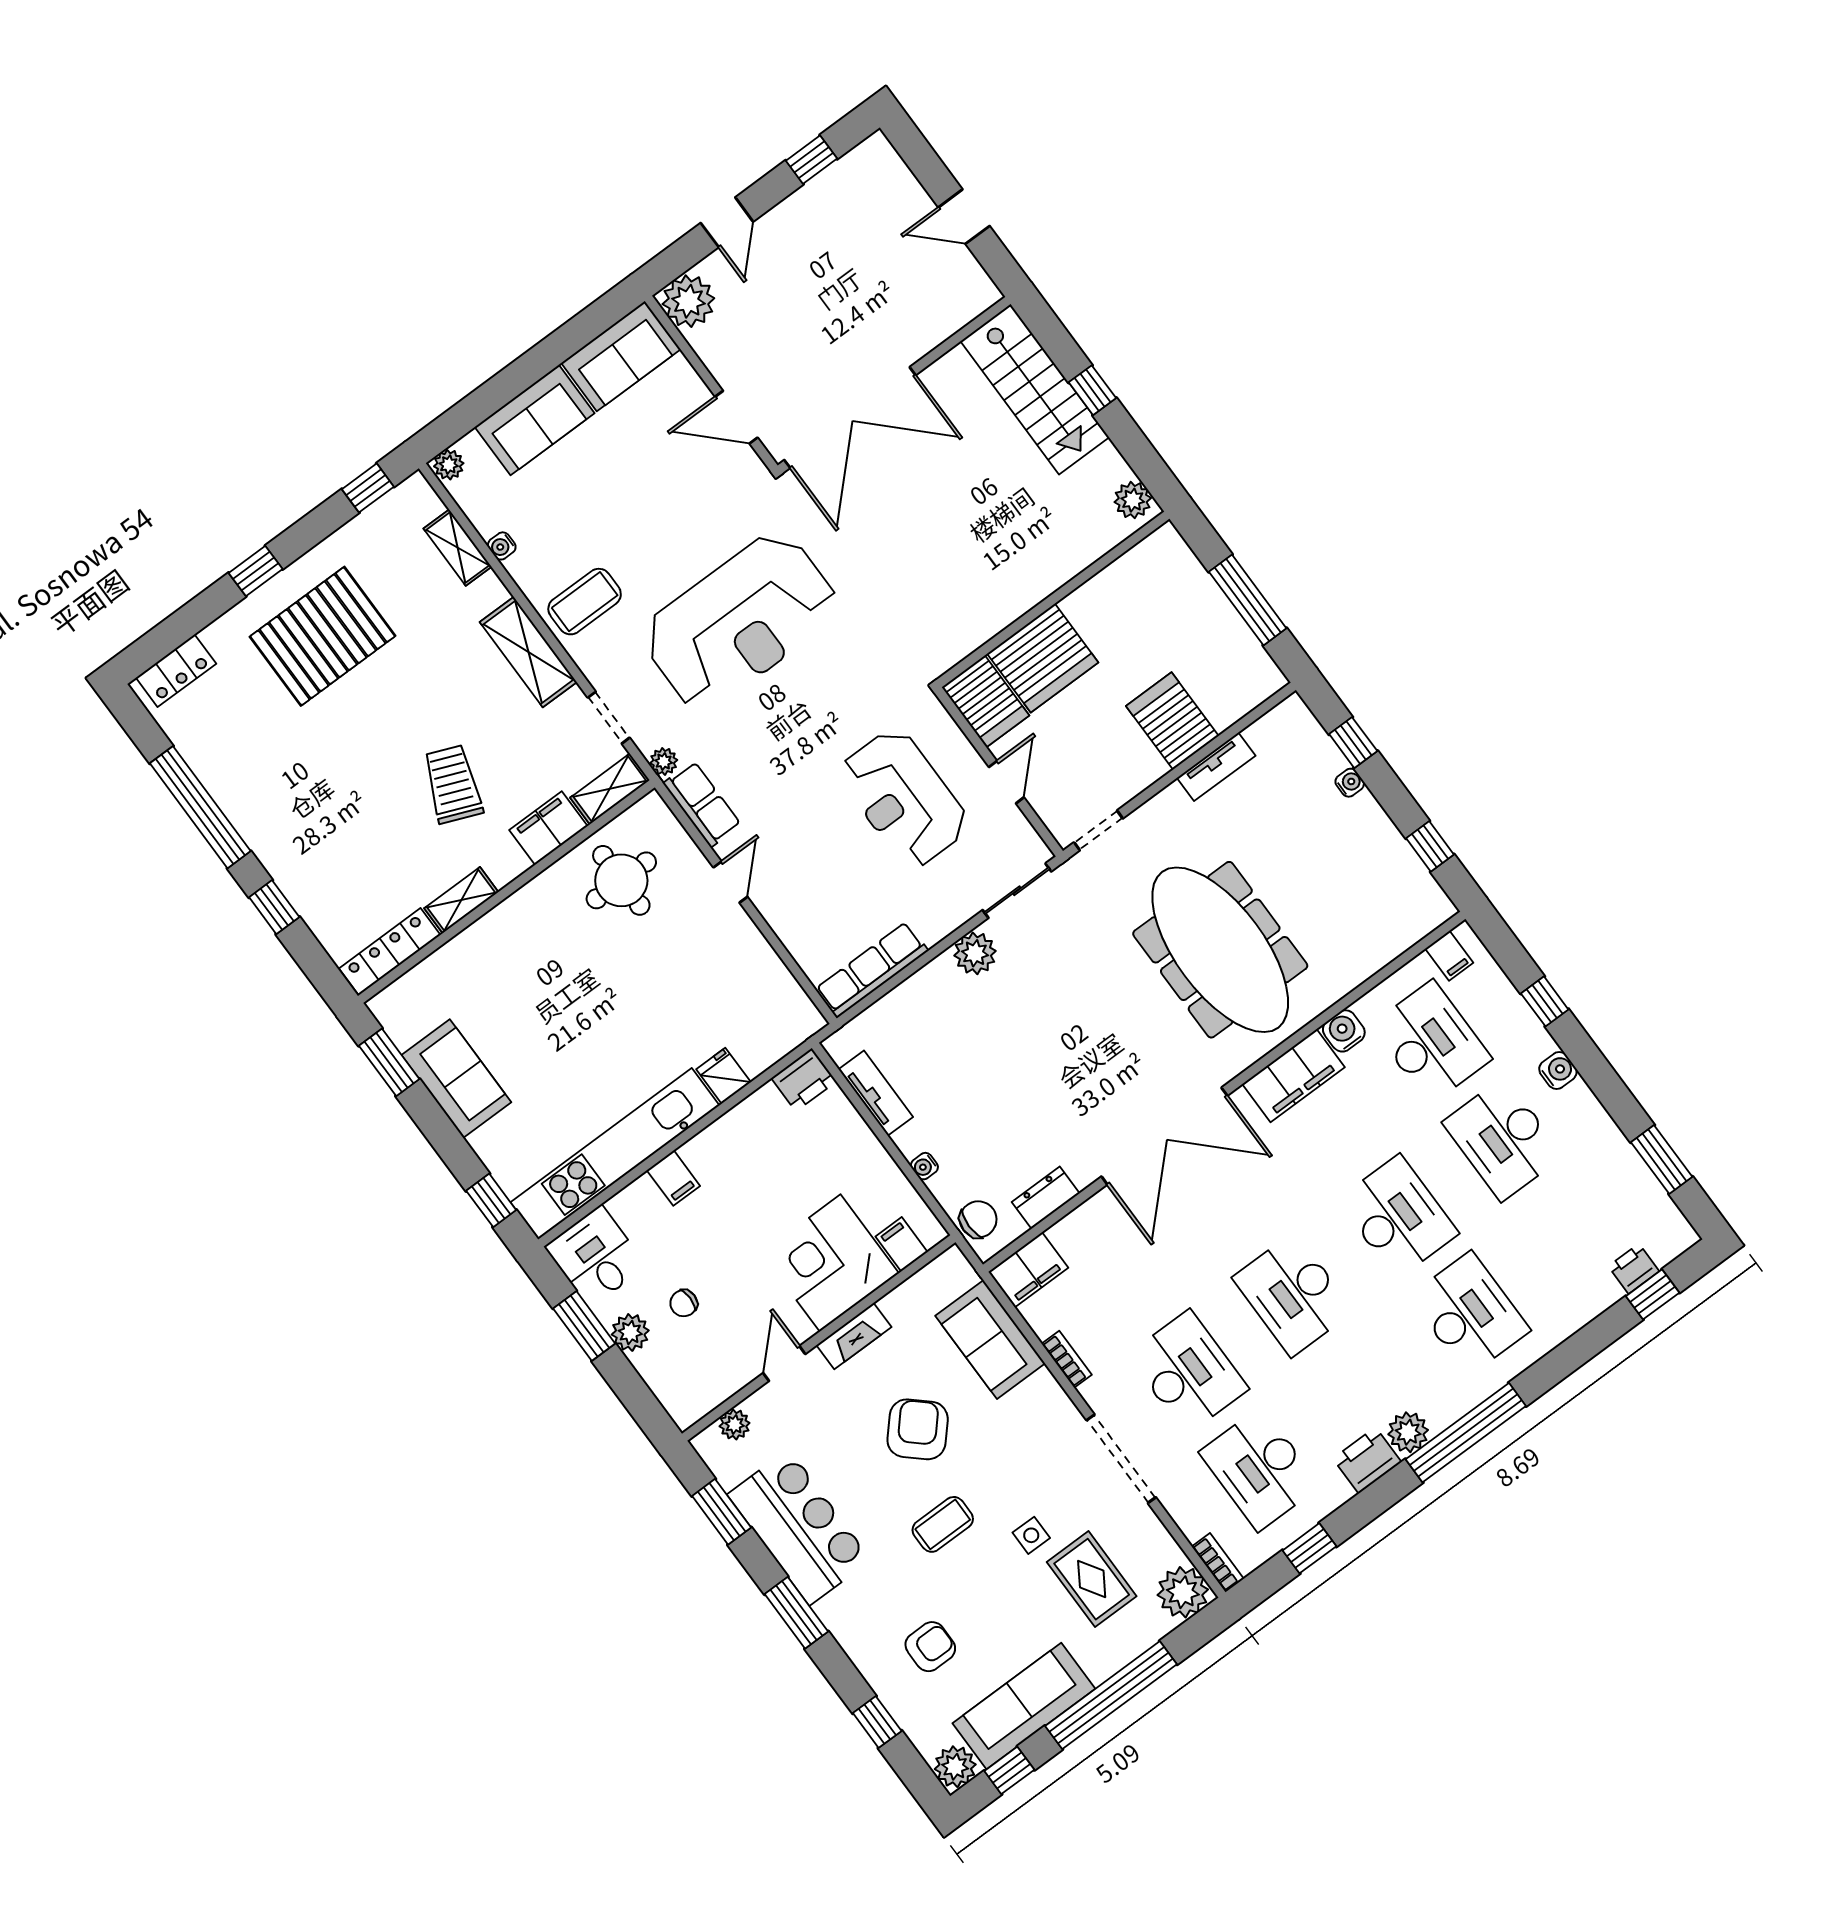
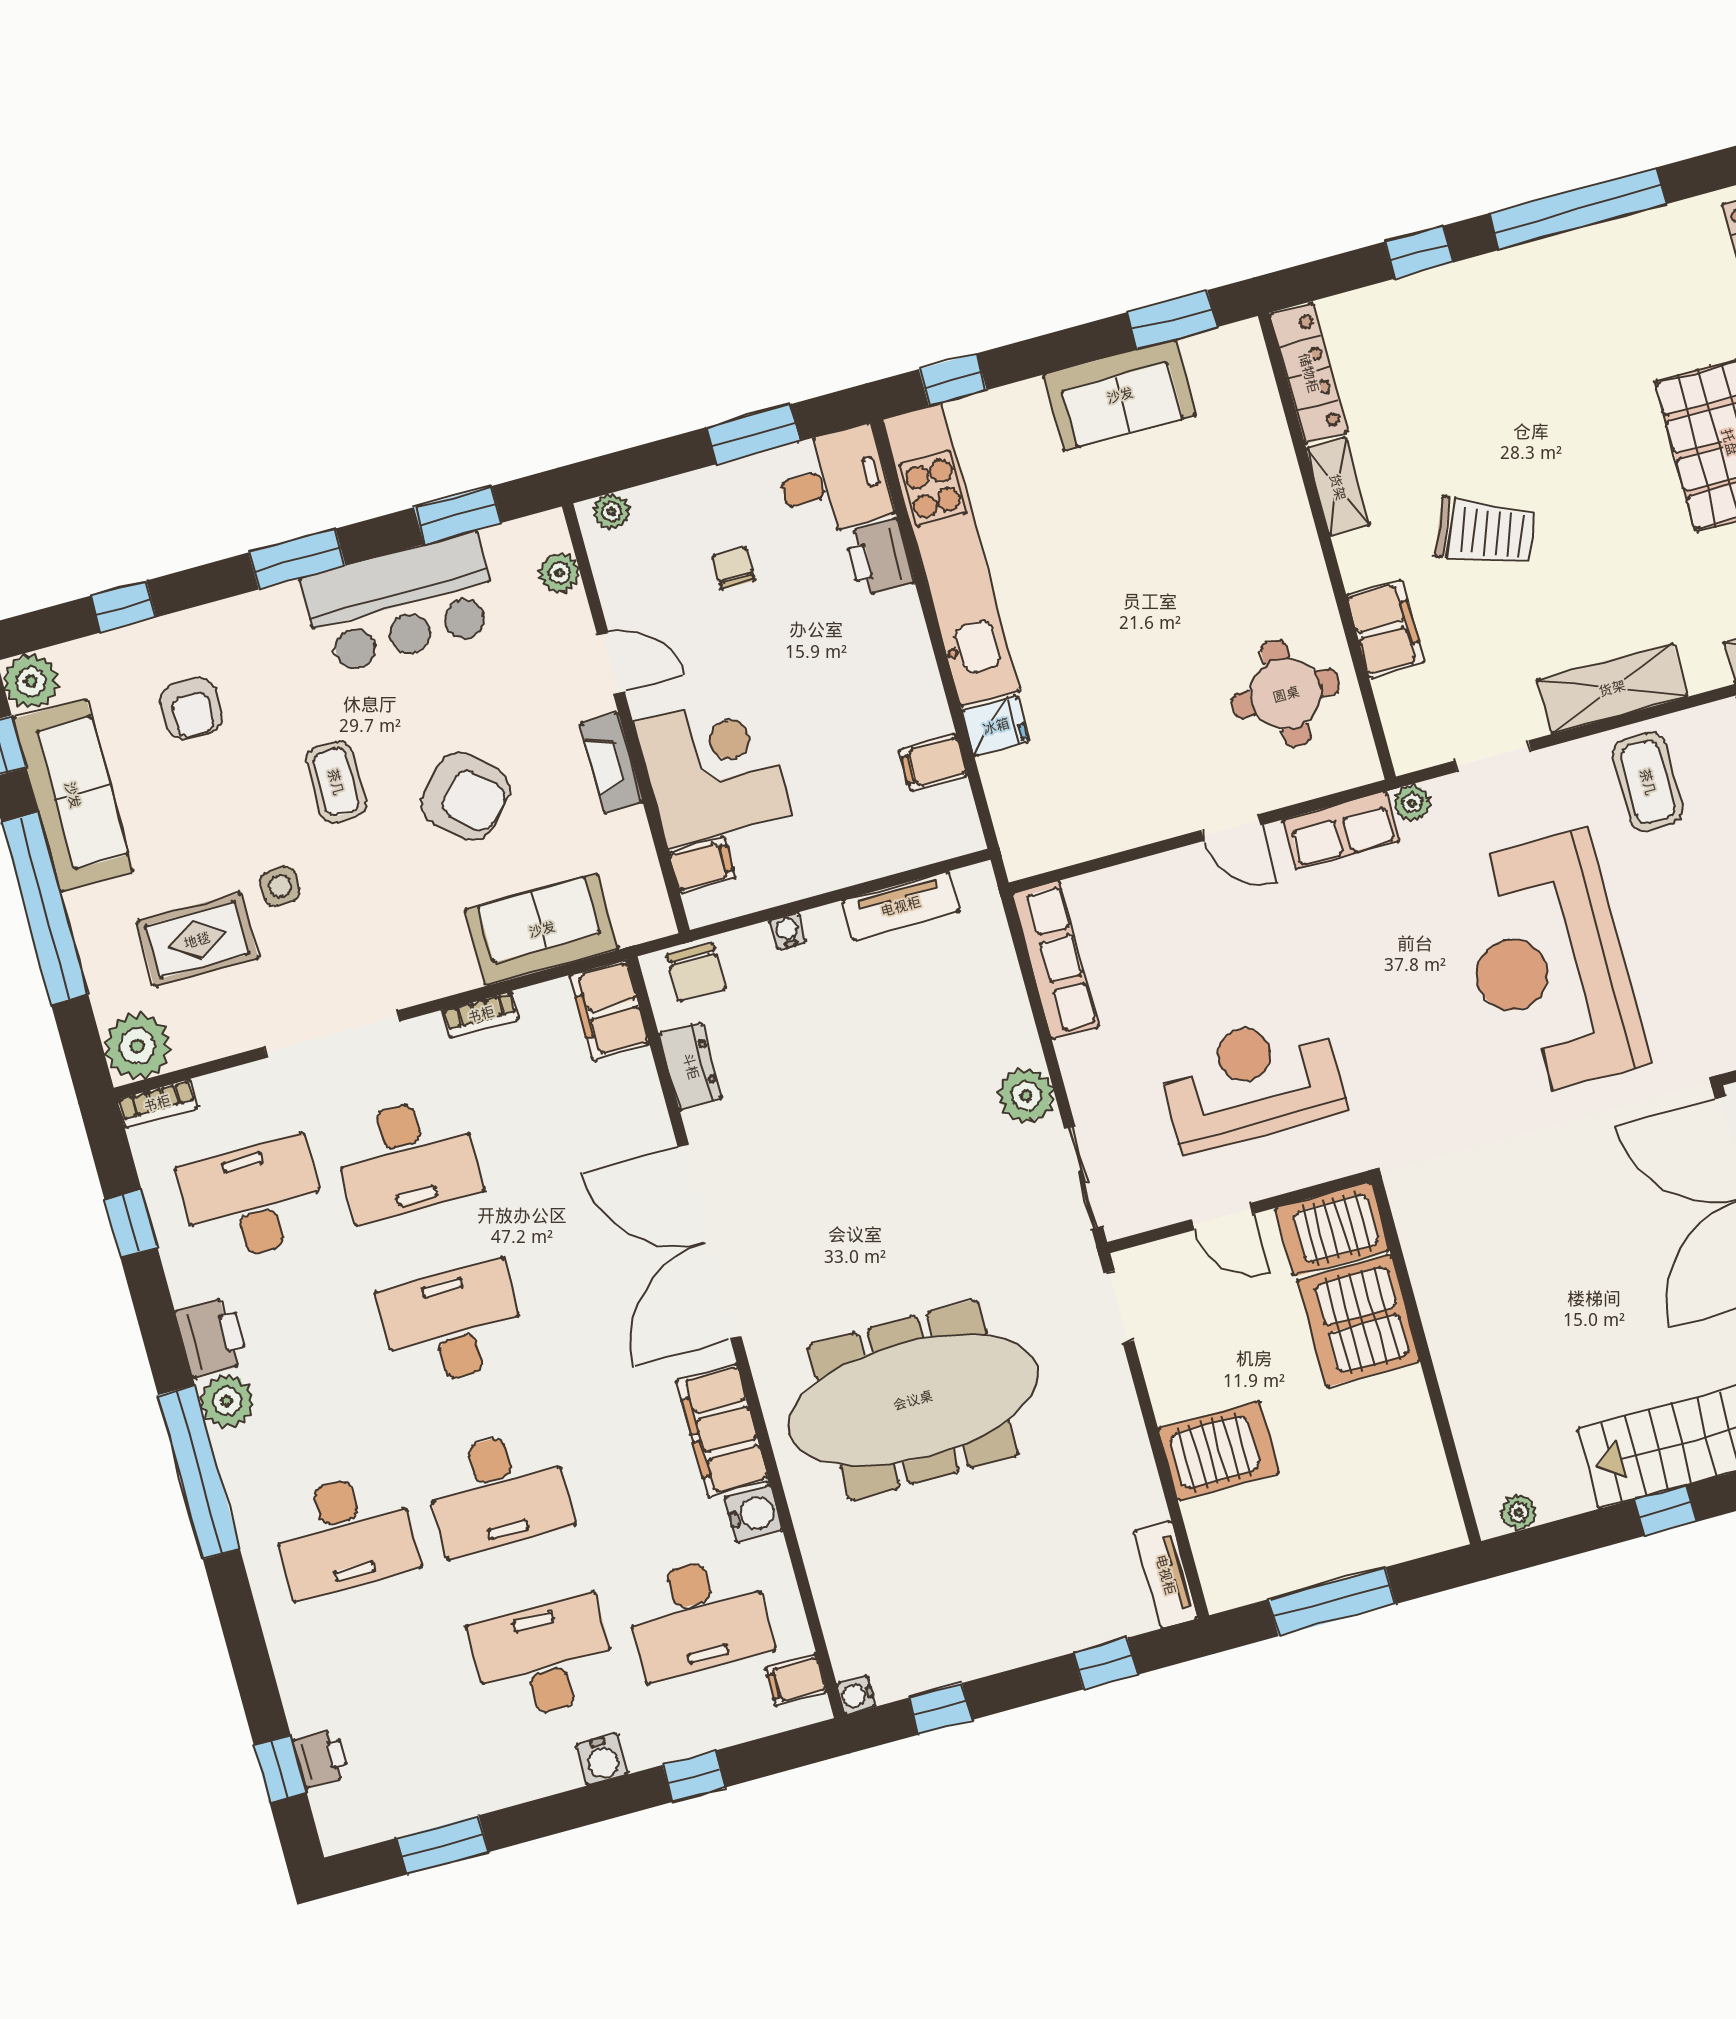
plant: (1133, 500) -> (1519, 1512), width x0.73, depth x0.73
tv unit: (1216, 767) -> (1166, 1575), moved
water cooler: (1350, 783) -> (856, 1695), moved, turned 90
shelving: (610, 789) -> (1404, 723), removed
printer: (804, 1080) -> (879, 557), moved
filing cabinet: (673, 1178) -> (933, 763), moved
plant: (630, 1332) -> (611, 512), moved, width x0.73, depth x0.73

